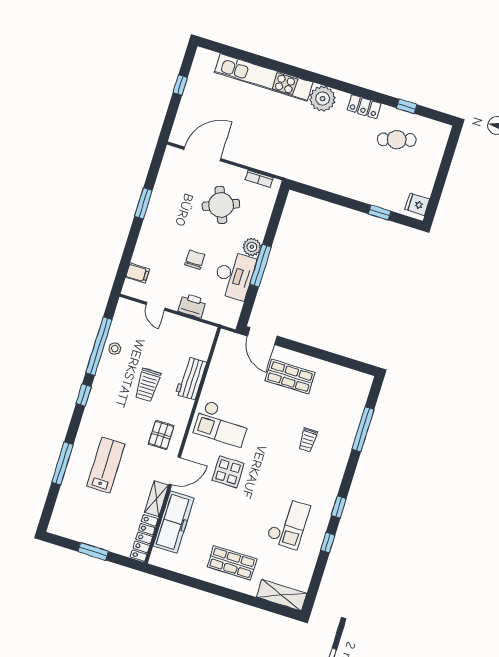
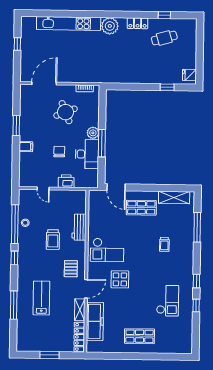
filing cabinet: (137, 273) -> (26, 147), moved
shelving: (282, 595) -> (174, 197), moved

